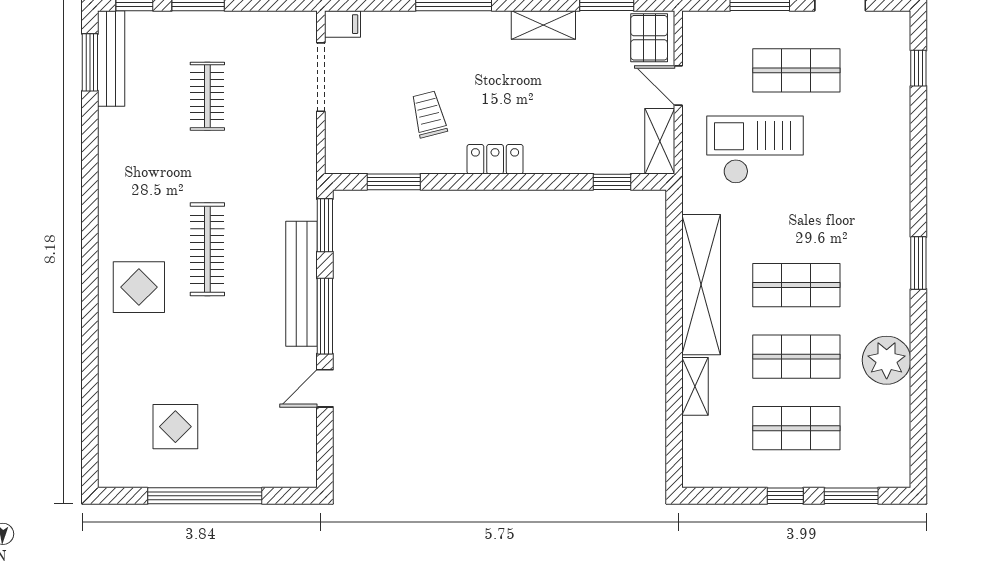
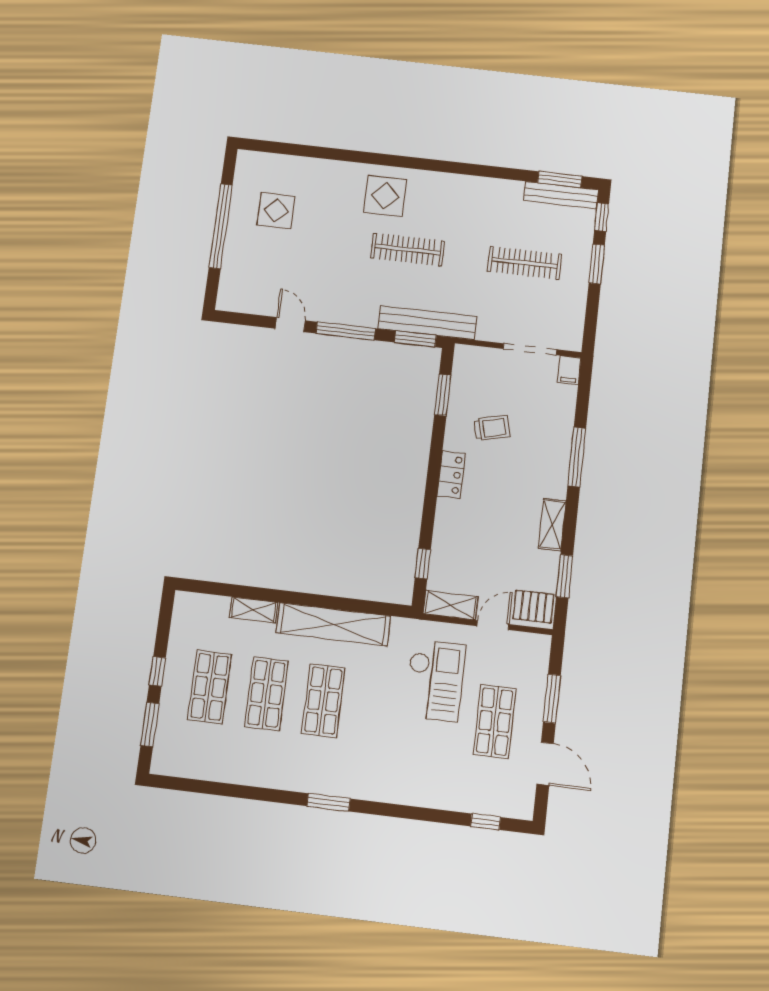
clothes rail: (207, 96) -> (525, 263), width x1.36
bench: (302, 284) -> (427, 323), moved
plant: (887, 360) -> (254, 767), removed

